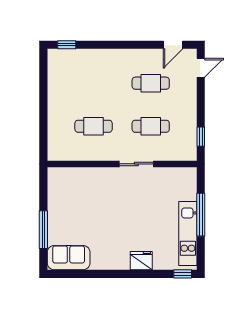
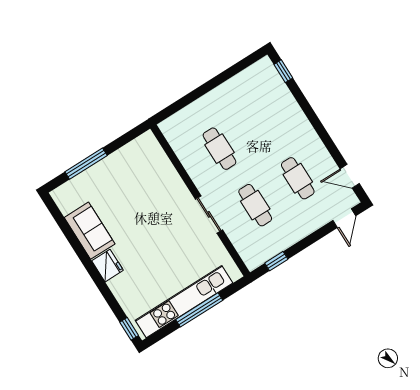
door: (201, 68) -> (344, 218), hinge flipped
kitchen unit: (188, 233) -> (184, 302), width x1.36
sofa: (69, 258) -> (90, 231), moved
fridge: (141, 261) -> (107, 266), moved

